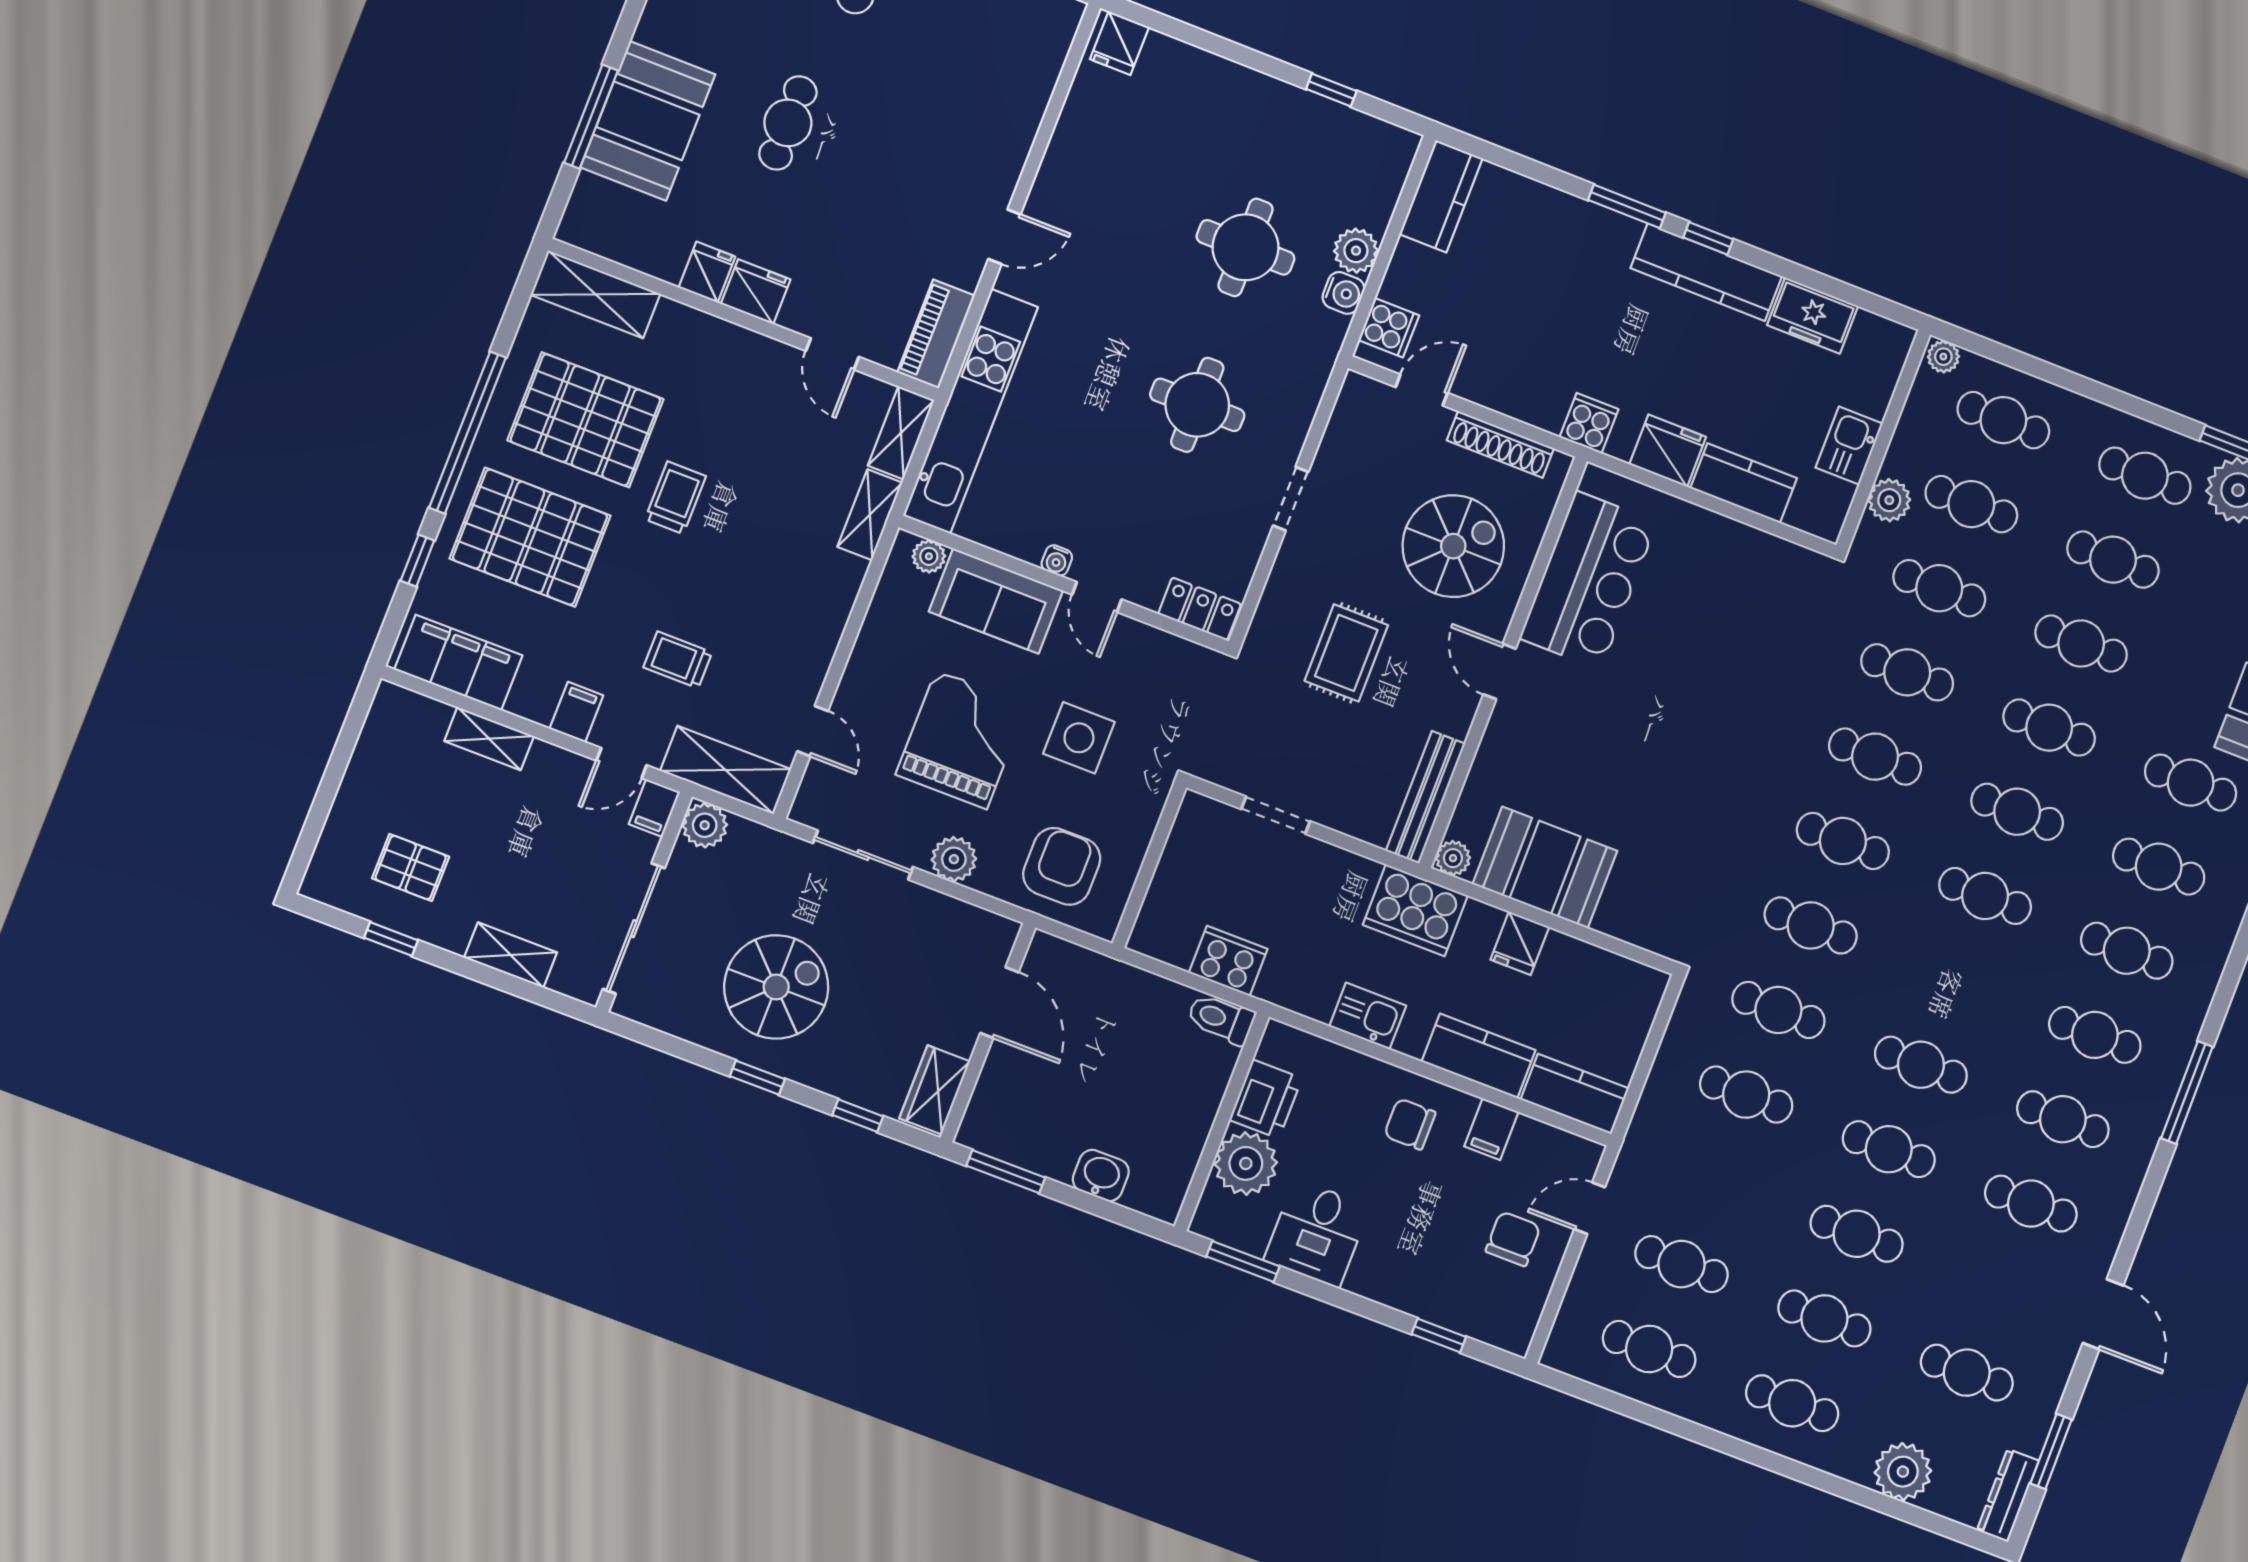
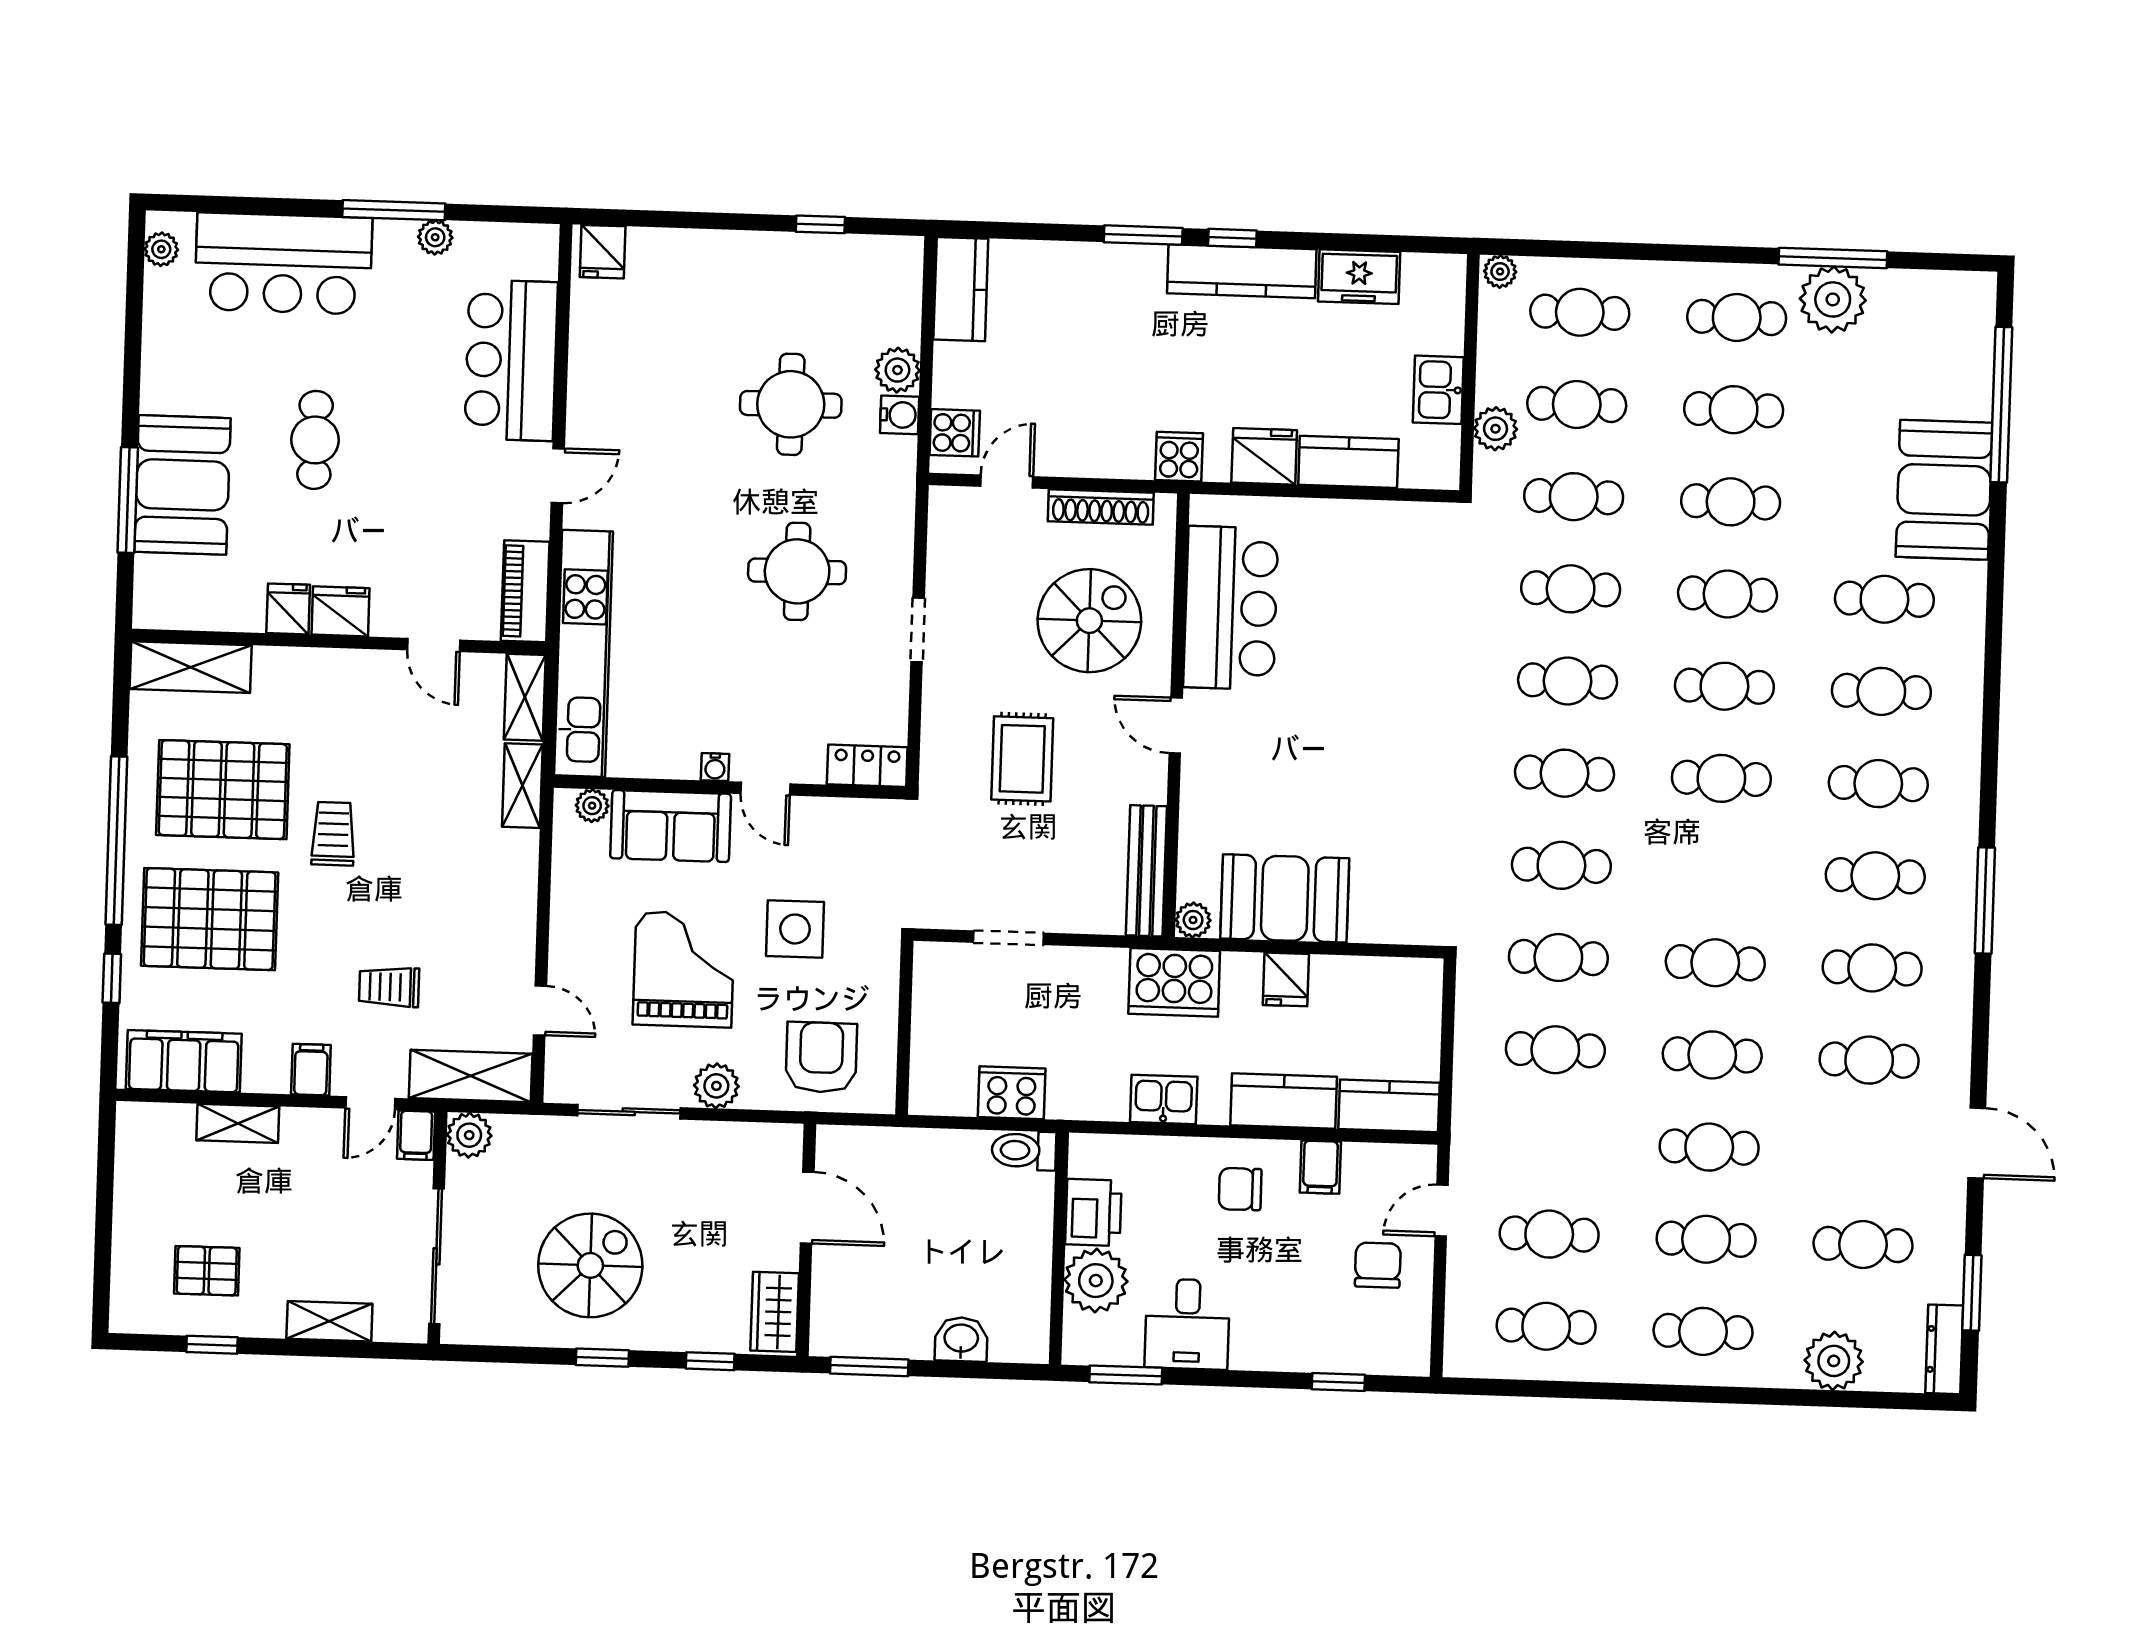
bar counter: (998, 114) -> (511, 360), added

